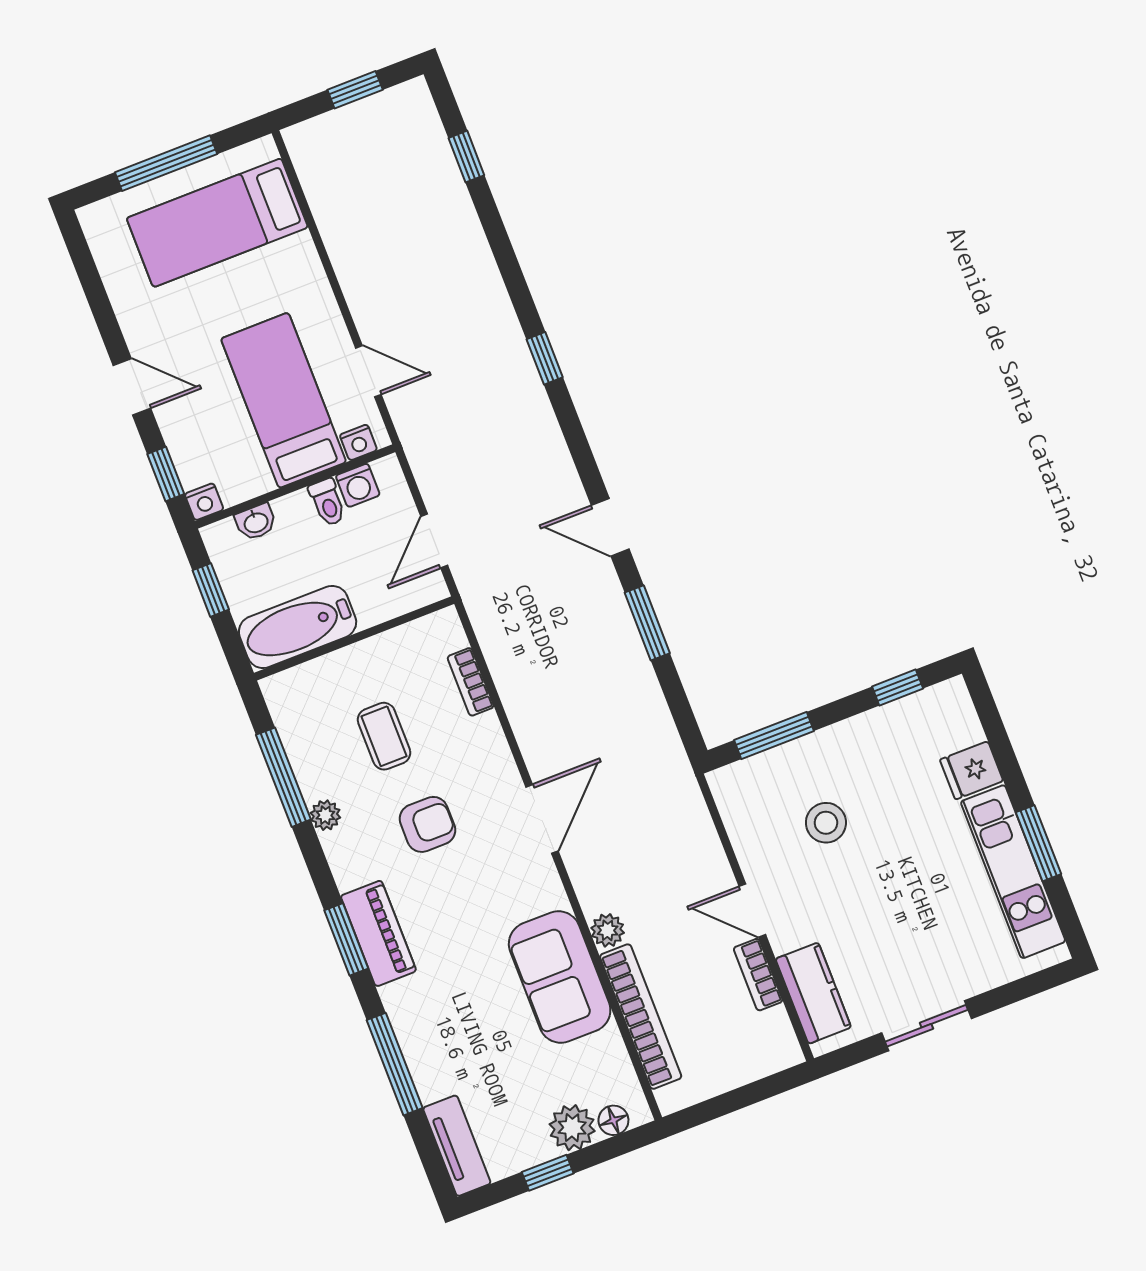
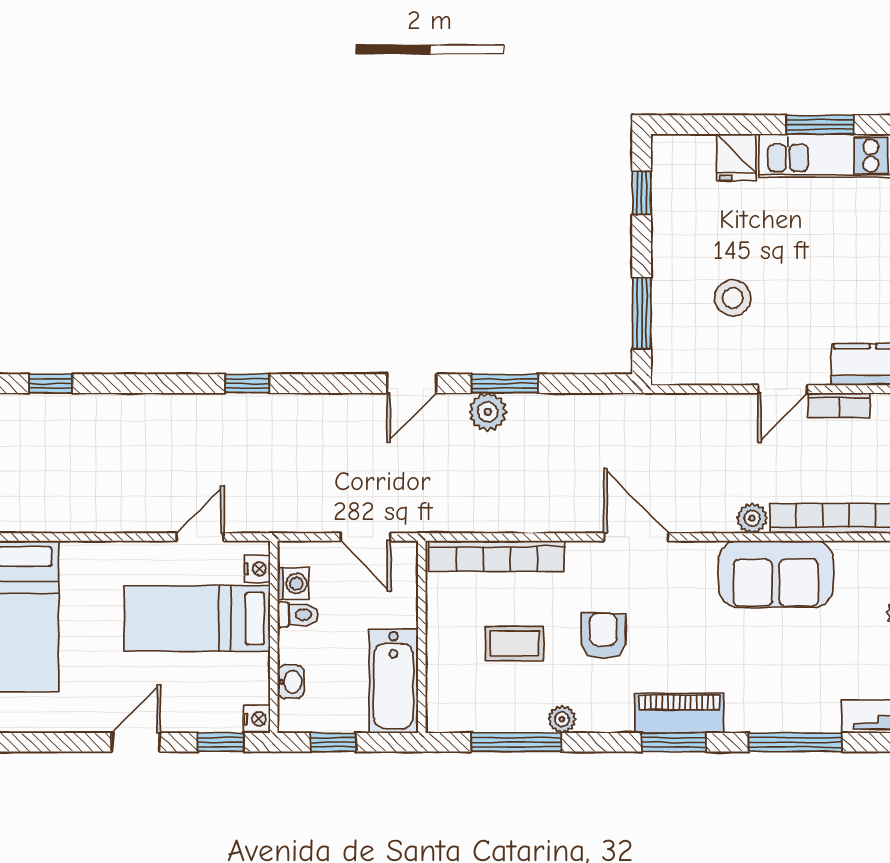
plant: (611, 617) -> (488, 412), added
bookcase: (471, 682) -> (497, 556), width x2.31, depth x1.31

